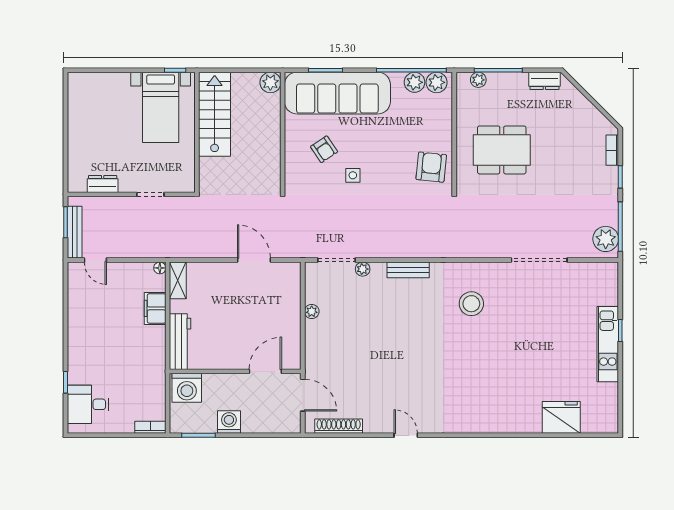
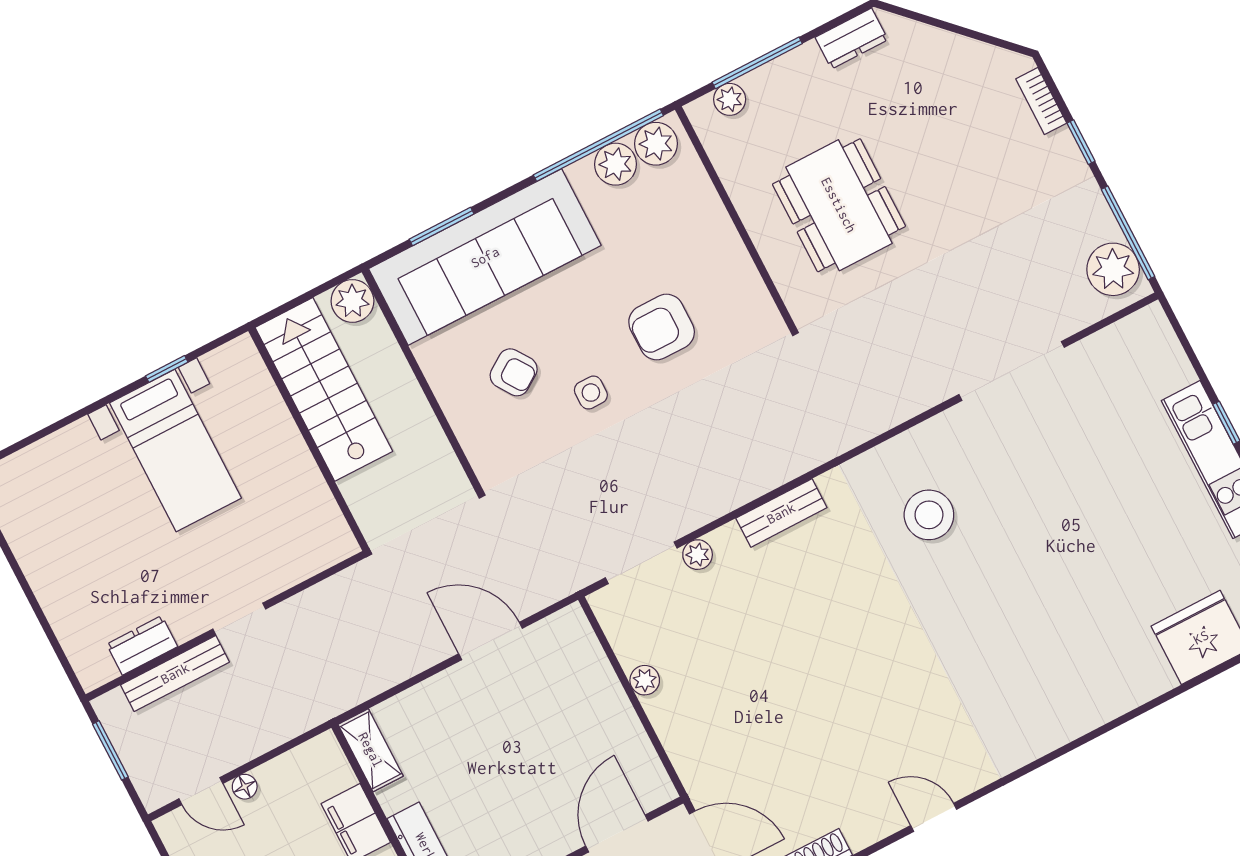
stairs: (215, 114) -> (324, 389), moved
wall: (197, 132) -> (309, 439), moved
dining table: (502, 150) -> (839, 205), turned 90
armchair: (431, 167) -> (662, 327), moved, turned -96
bench: (75, 232) -> (175, 673), moved, turned 90
floor lamp: (160, 268) -> (245, 787), moved

